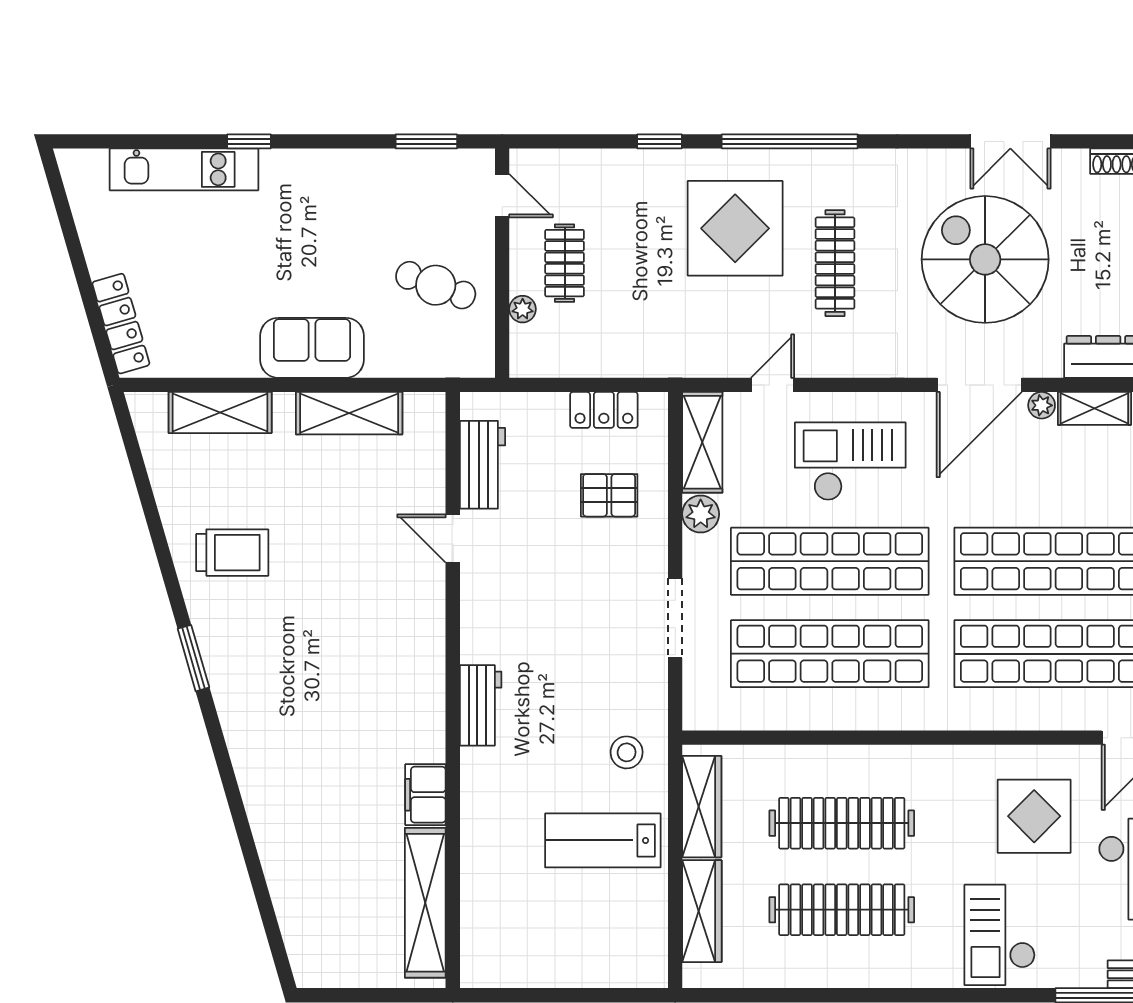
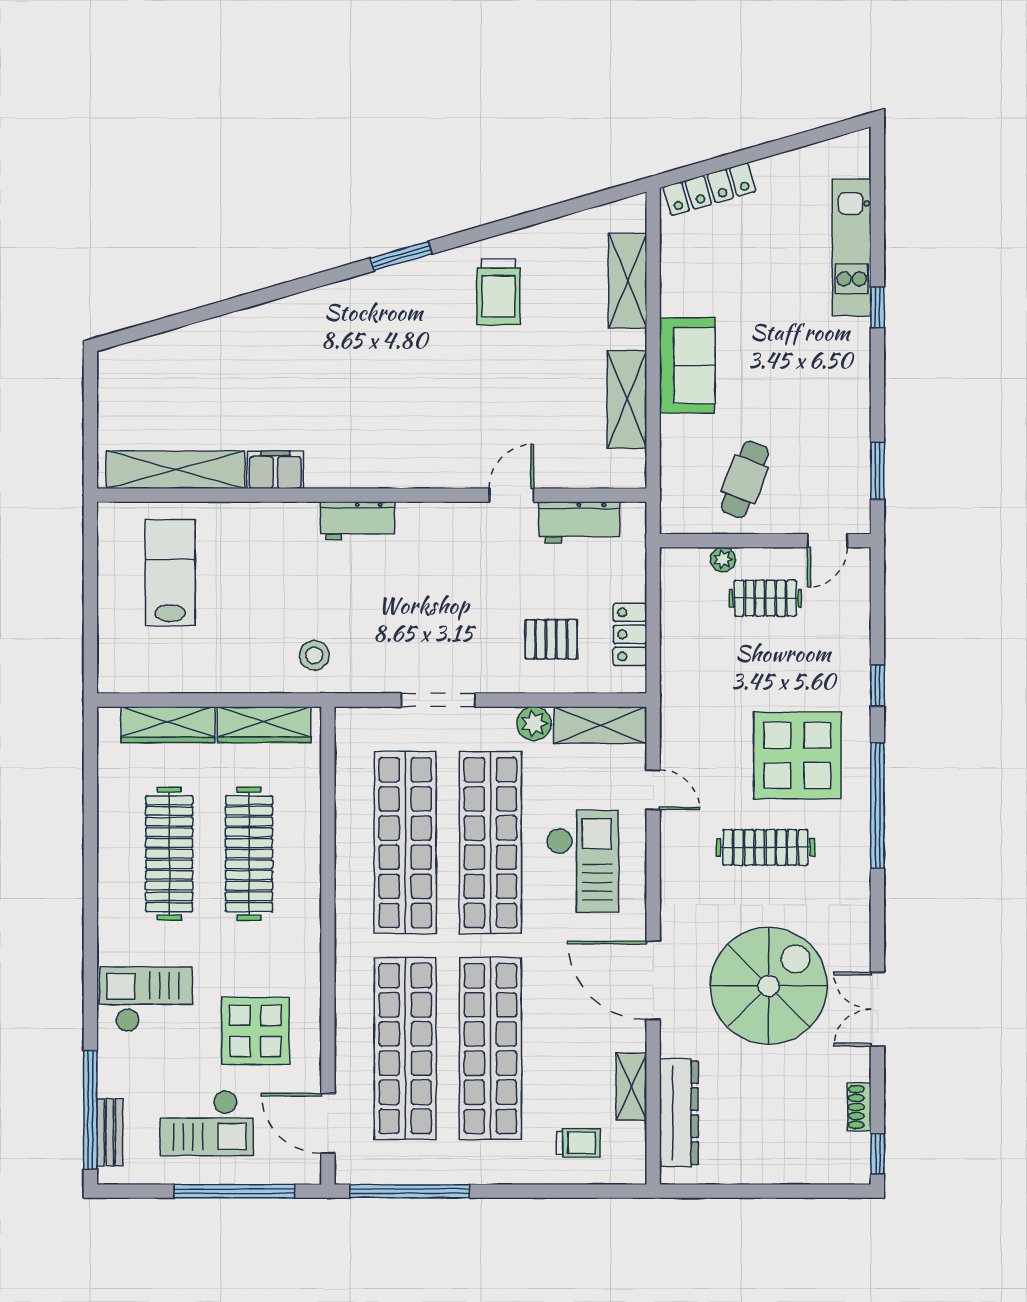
plant: (1042, 405) -> (634, 1038), removed
pallet: (609, 495) -> (551, 639), turned 90
lab bench: (603, 840) -> (170, 573), moved

